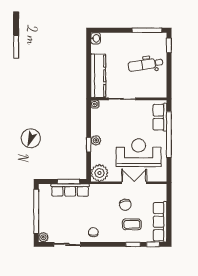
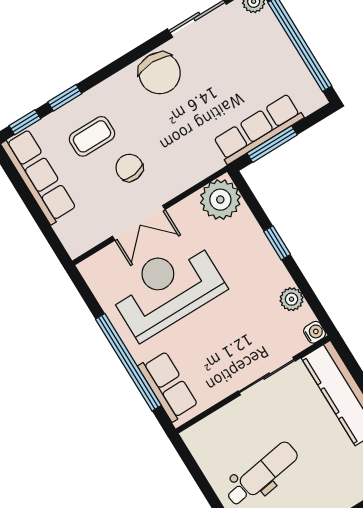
plant: (96, 140) -> (292, 299), moved
reception desk: (139, 153) -> (167, 289), turned 180
chair: (93, 232) -> (160, 73), width x1.87, depth x1.87

